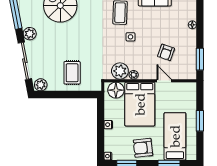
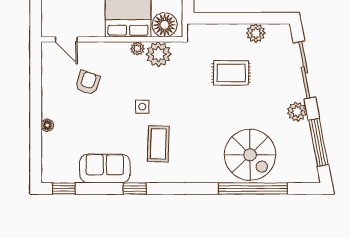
window: (200, 59) -> (36, 72), removed
rug: (72, 73) -> (231, 73), moved, turned 90
door: (164, 81) -> (66, 39), moved
plant: (41, 85) -> (256, 33), moved

